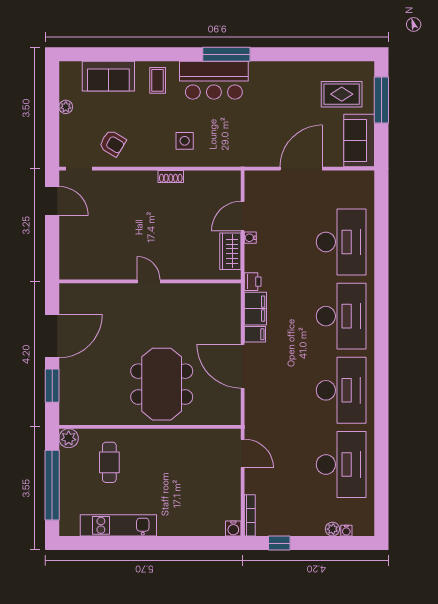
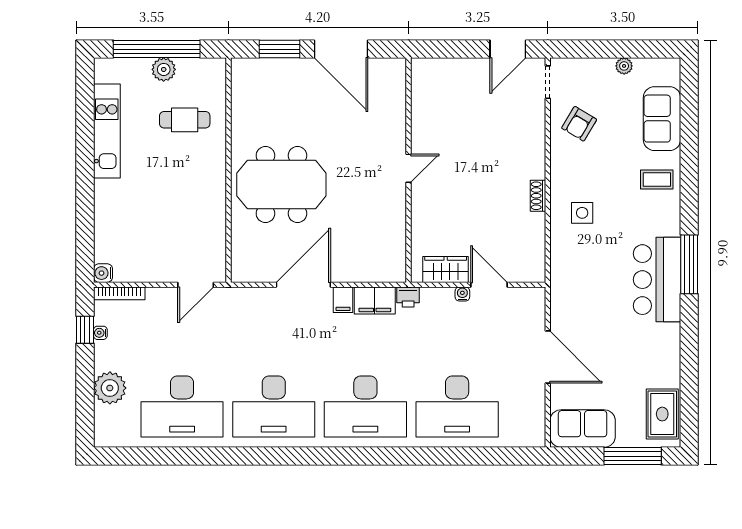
bar counter: (214, 80) -> (657, 280), moved
rug: (342, 94) -> (662, 414), moved
plant: (69, 438) -> (164, 69), moved
plant: (332, 529) -> (110, 388), width x1.87, depth x1.87
water cooler: (346, 531) -> (100, 333), moved

